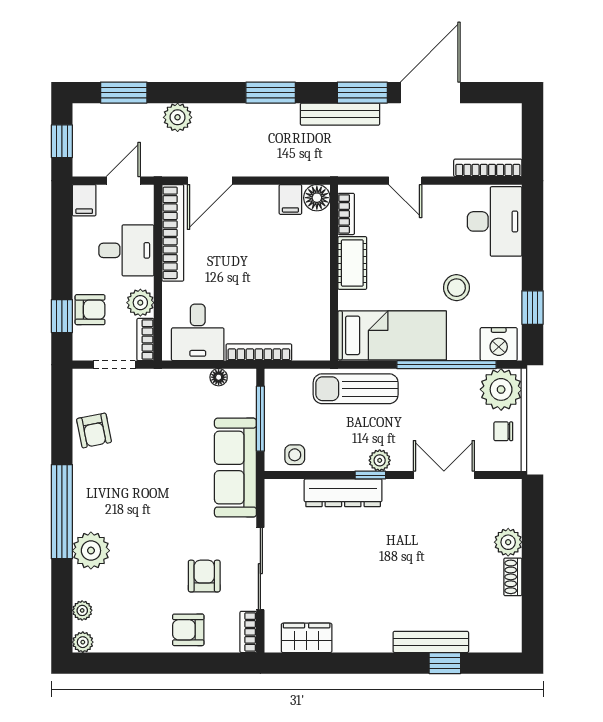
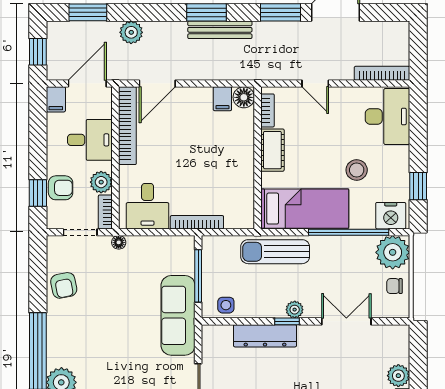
bench: (340, 114) -> (220, 30), moved
door: (123, 181) -> (87, 83), width x1.38
floor lamp: (219, 377) -> (119, 242), moved

